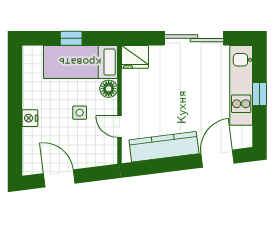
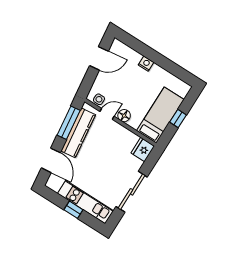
floor lamp: (109, 89) -> (124, 116), moved
side table: (80, 113) -> (99, 99), moved
window: (159, 166) -> (69, 123), added

